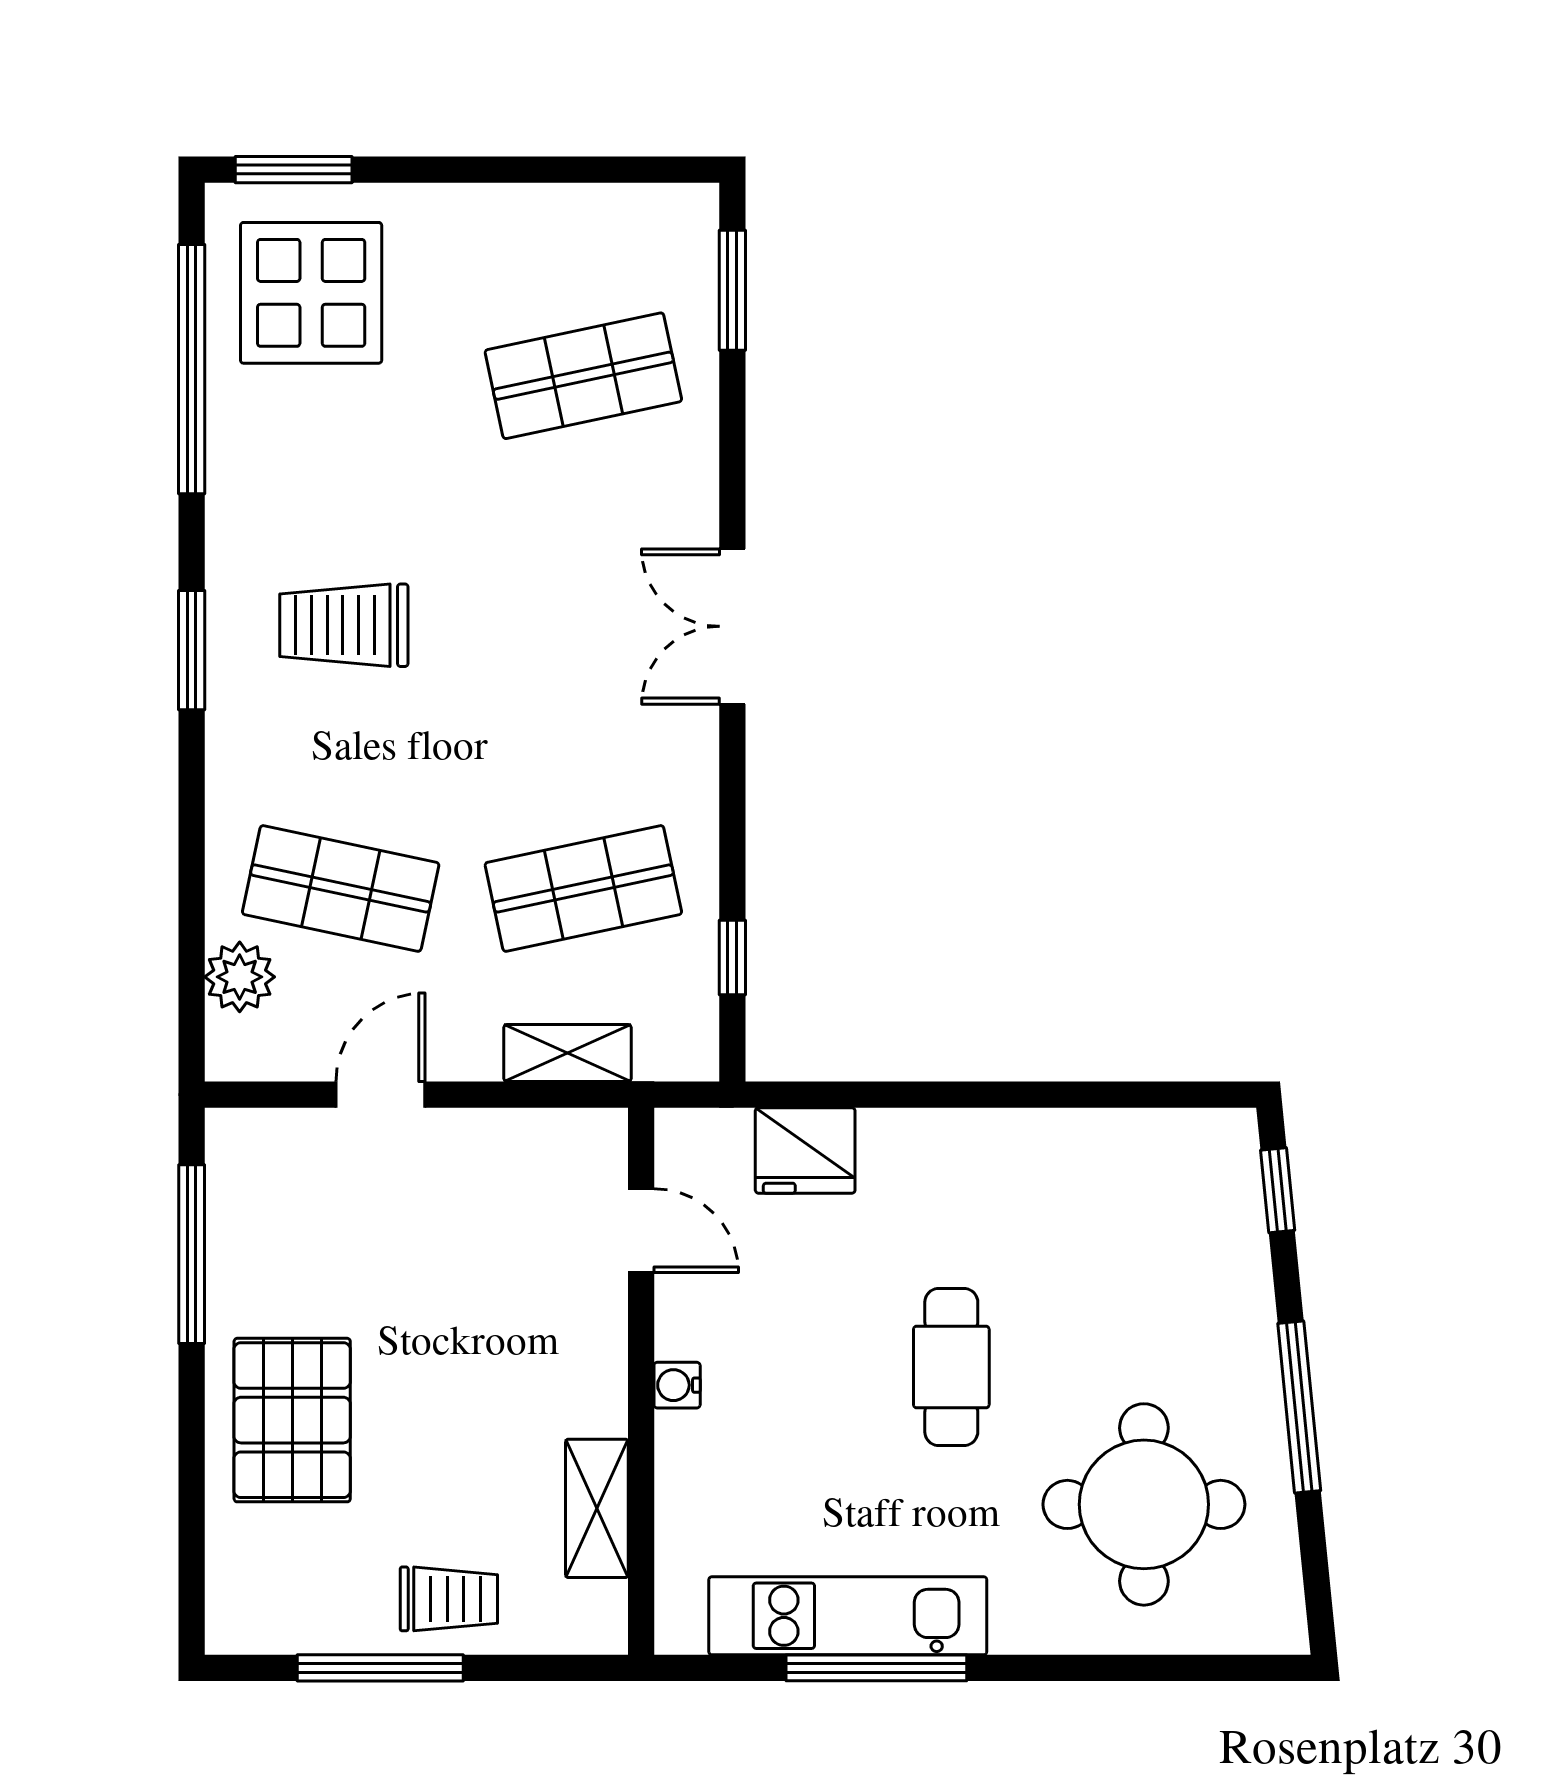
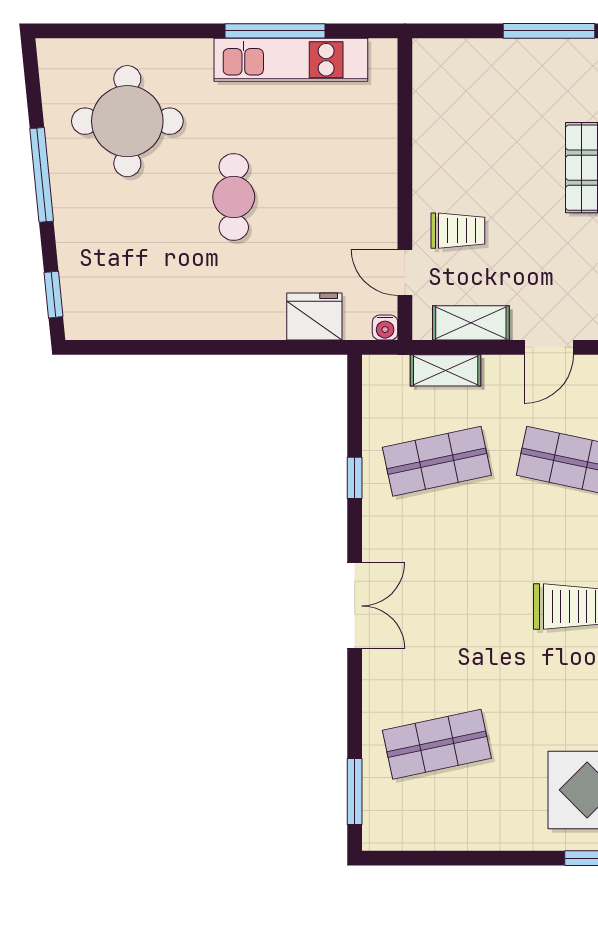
window: (732, 958) -> (355, 478), moved
water cooler: (677, 1385) -> (385, 328), moved, turned 90
shelving: (597, 1508) -> (471, 323), moved, turned 90
trolley: (449, 1599) -> (458, 231), moved, turned 180

